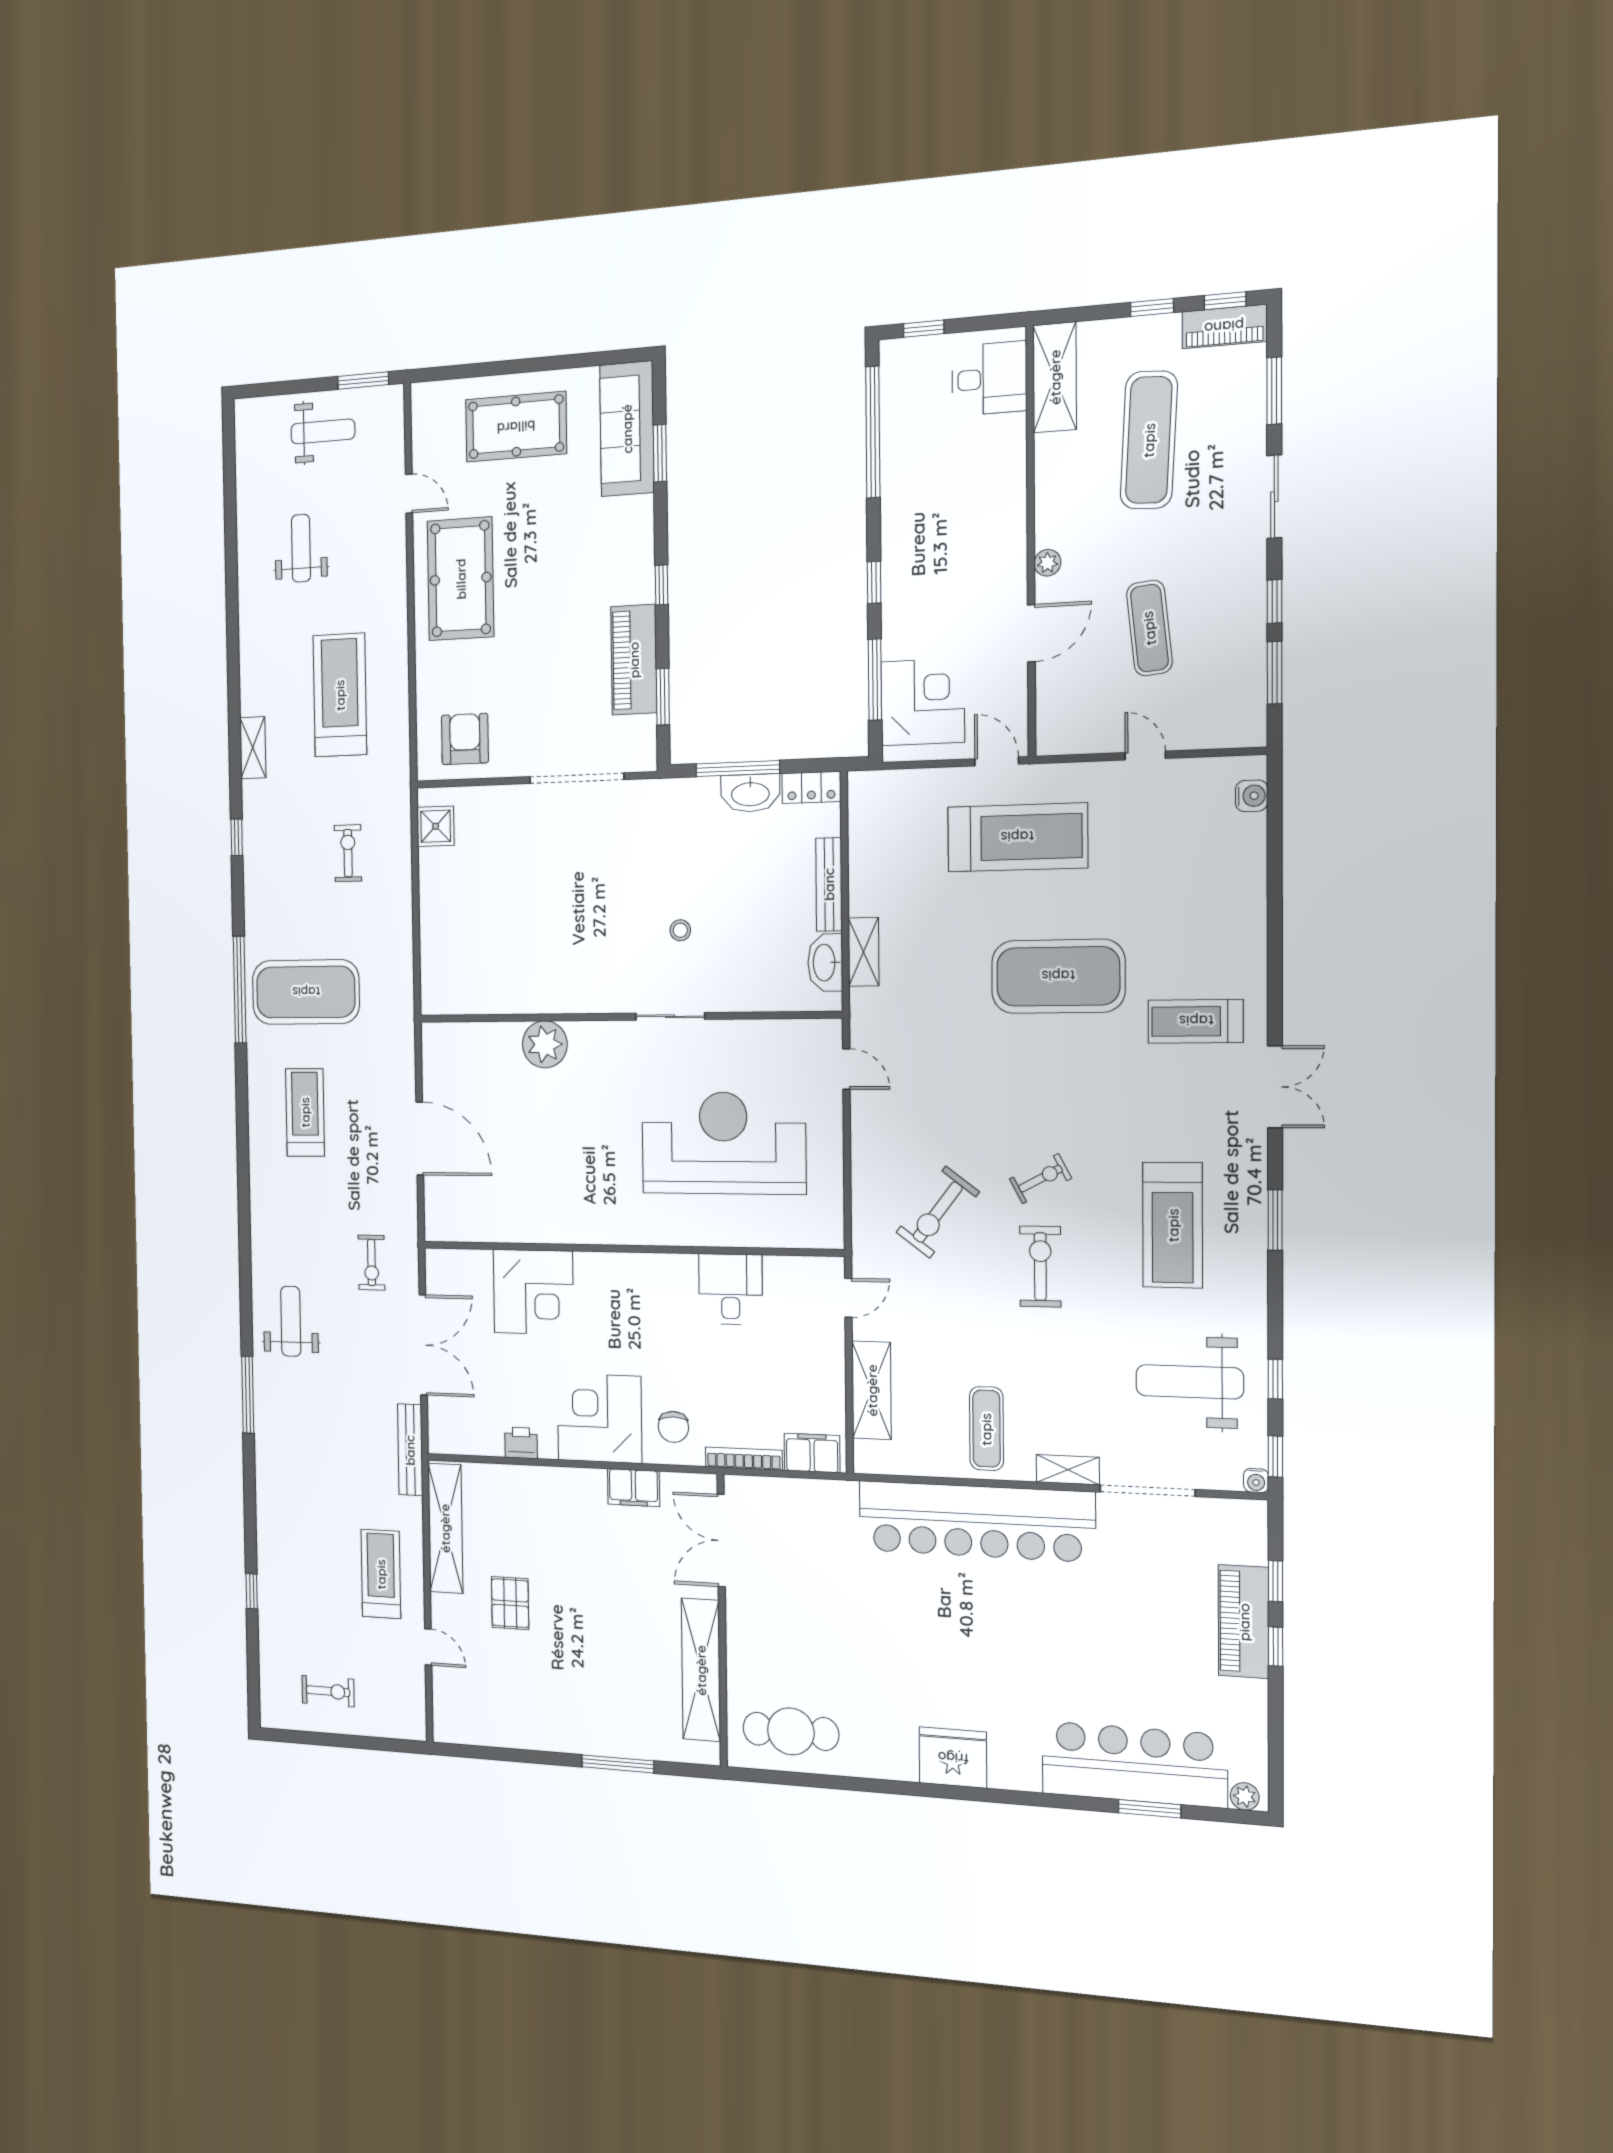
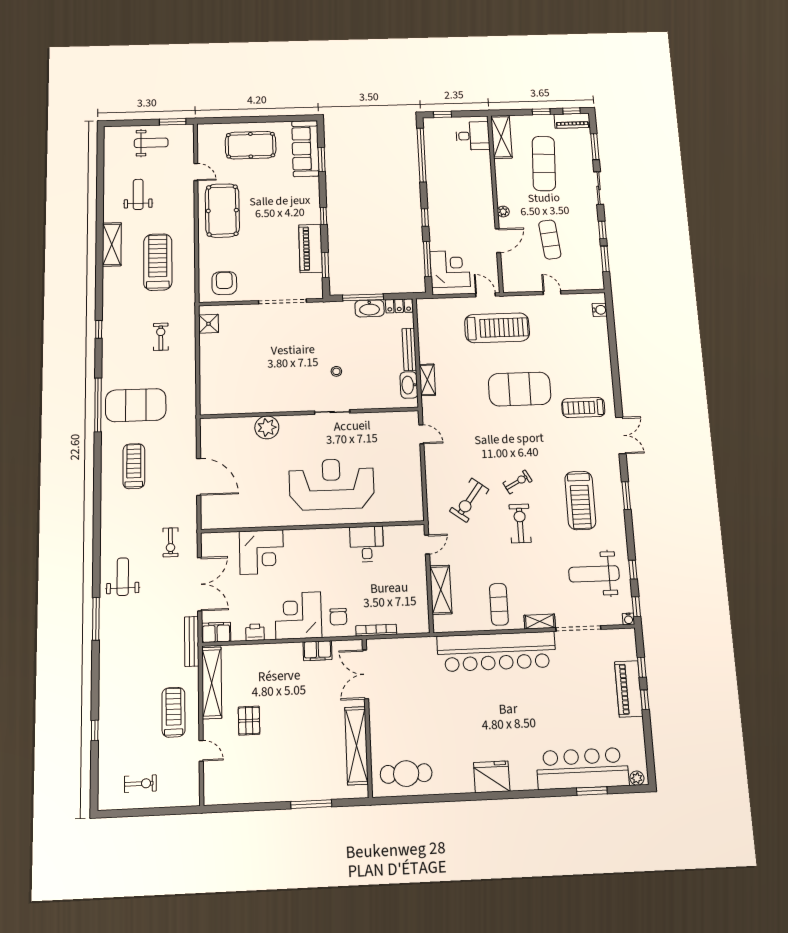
shelving: (253, 748) -> (112, 244), moved, width x1.50, depth x1.33
reception desk: (723, 1143) -> (332, 484), moved
filing cabinet: (812, 1453) -> (216, 632), moved

